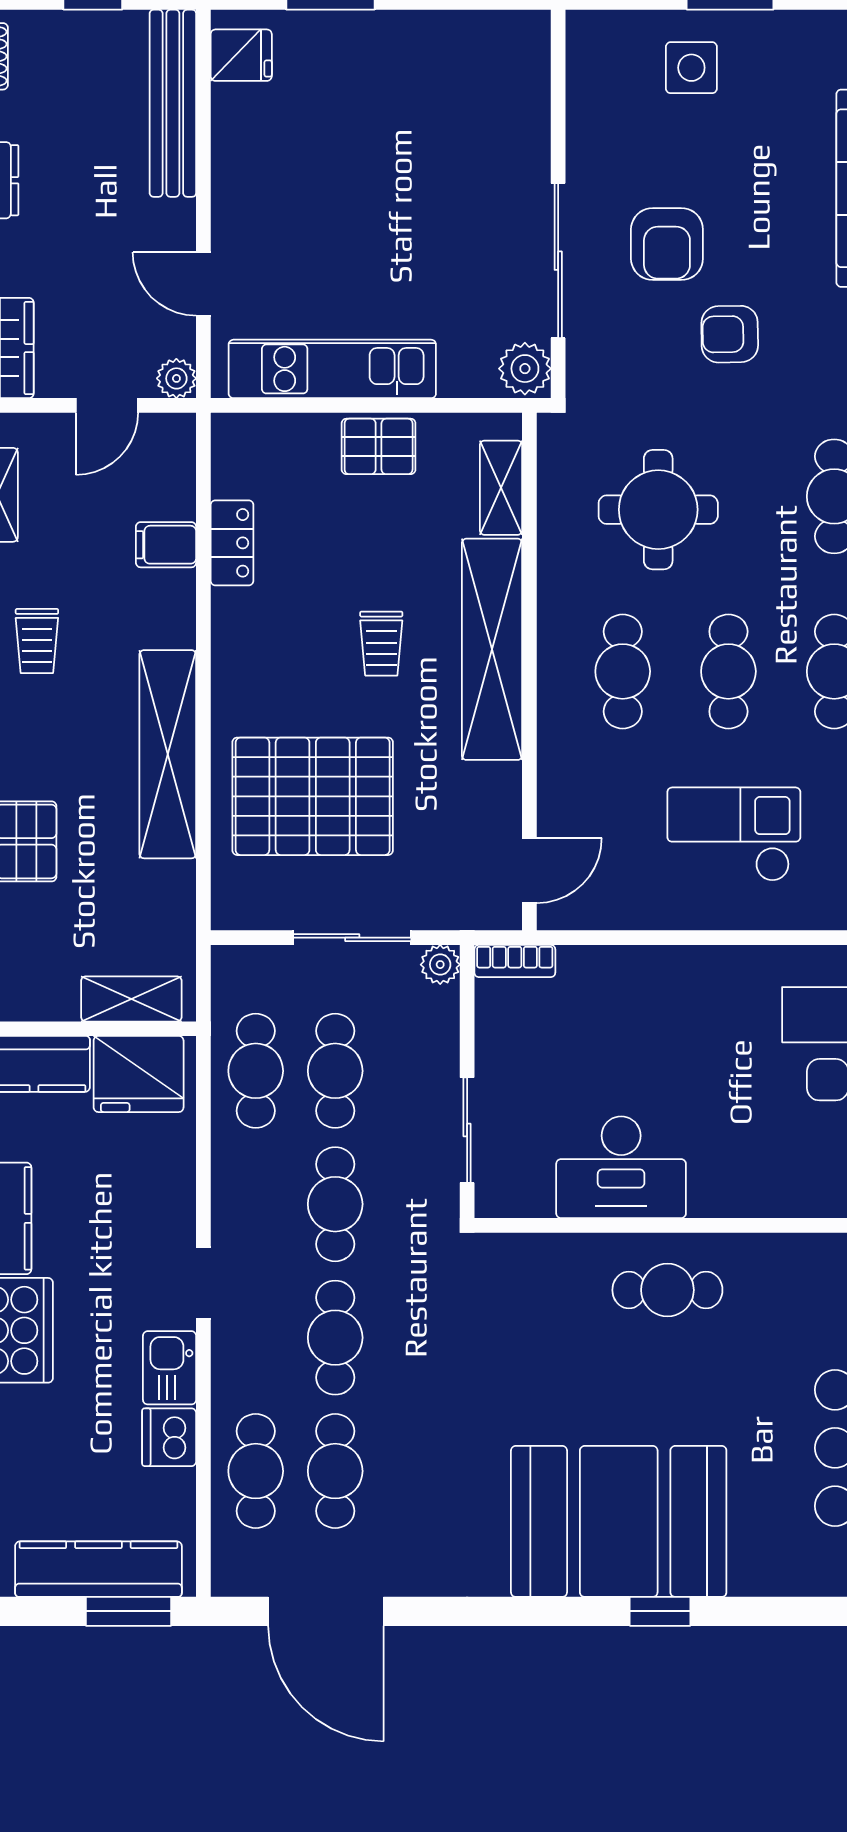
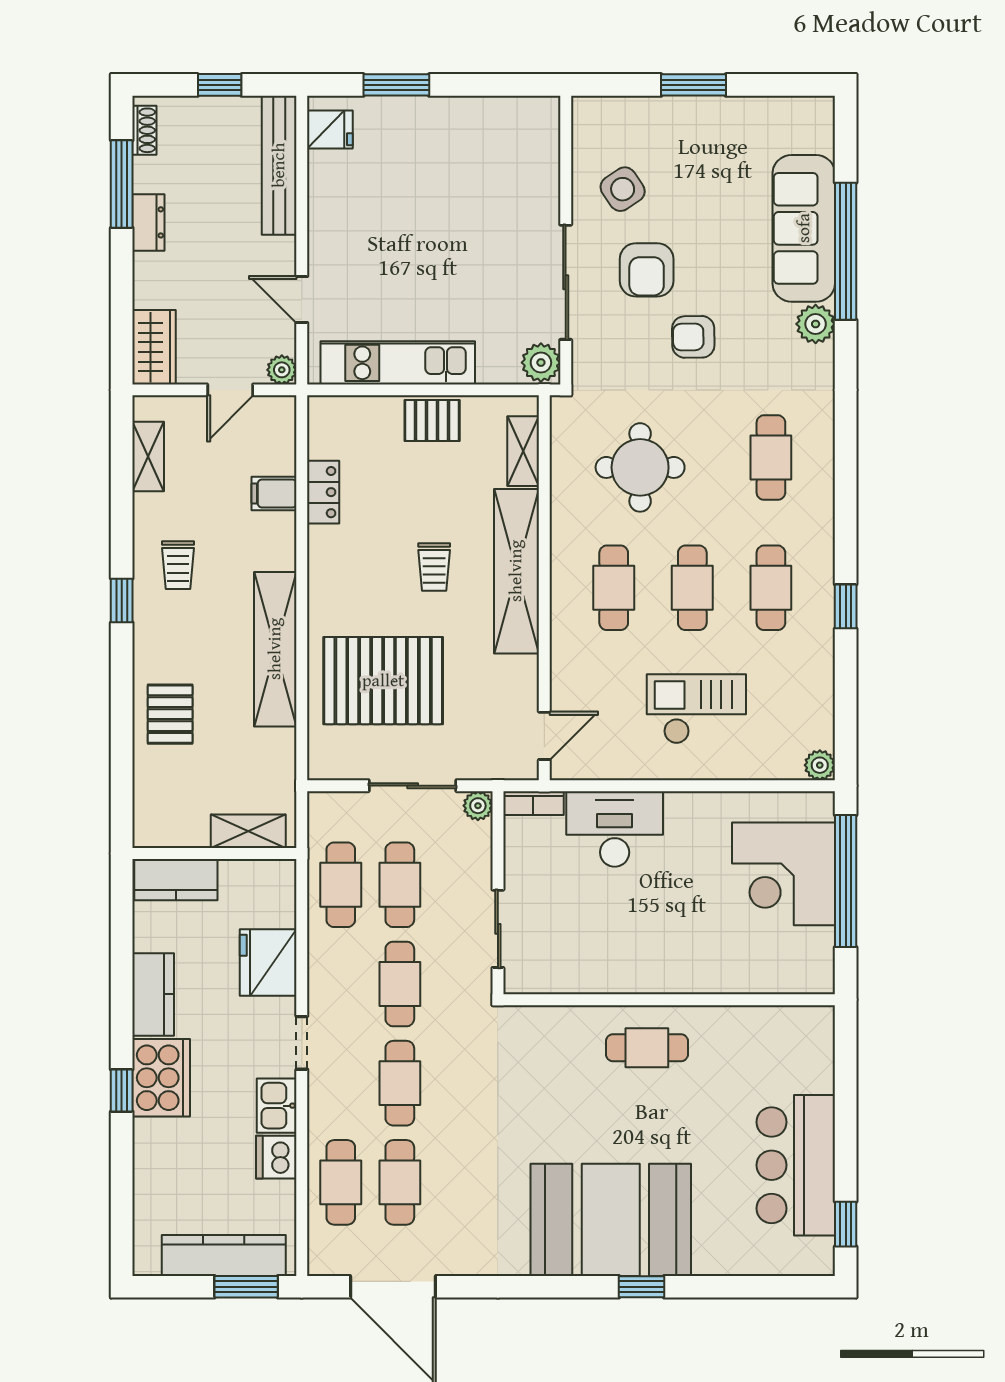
side table: (691, 68) -> (623, 189), moved, turned -34
fridge: (139, 1074) -> (268, 963), moved, turned 90
desk: (621, 1167) -> (615, 829), moved, turned 180

